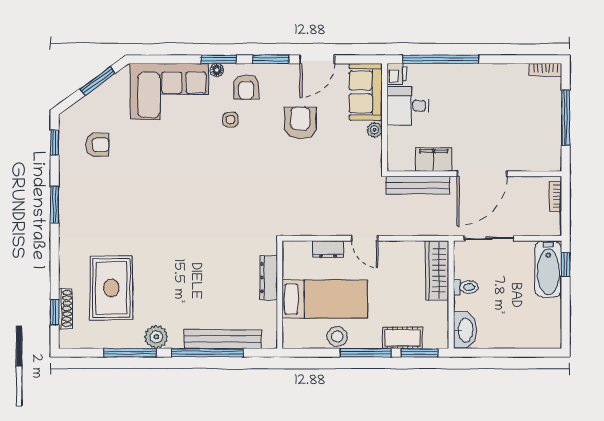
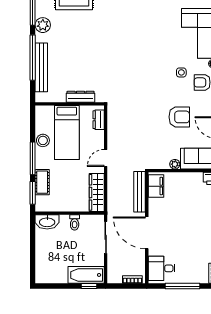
desk: (408, 106) -> (162, 268), moved, turned -90
filing cabinet: (434, 159) -> (156, 186), moved
dresser: (328, 249) -> (99, 120), moved
wardrobe: (437, 271) -> (97, 192), moved, turned -90

